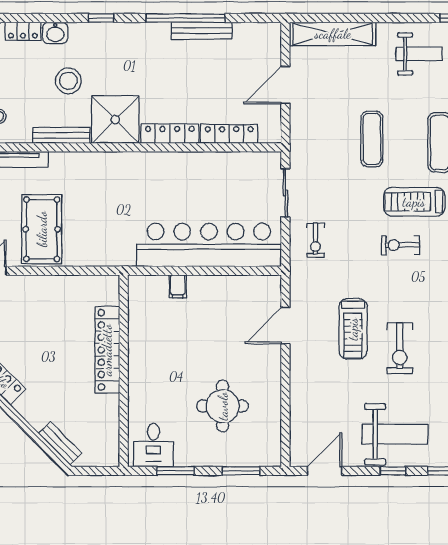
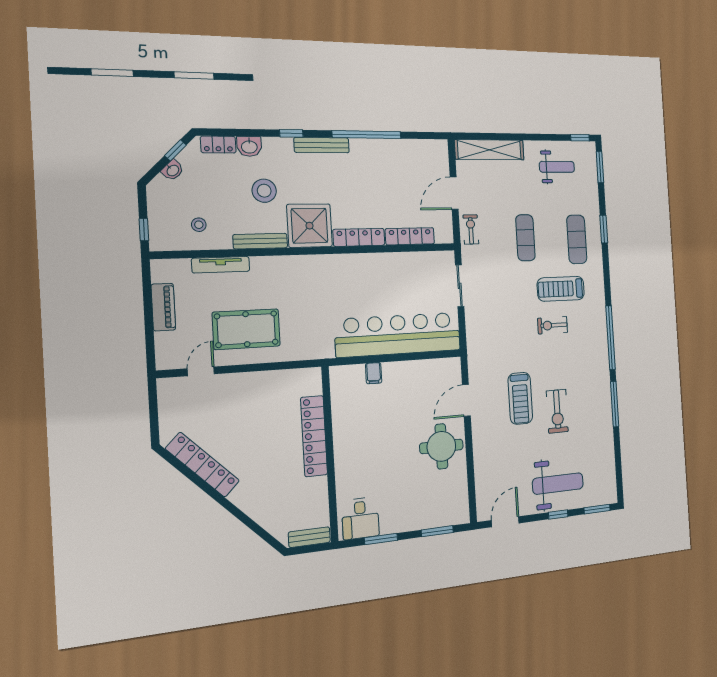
bench: (202, 31) -> (322, 145), moved
pool table: (42, 229) -> (246, 329), turned 90
exercise bike: (315, 240) -> (471, 229), moved, turned 180
round table: (223, 406) -> (441, 446), moved
bench: (60, 443) -> (309, 537), moved, turned -45

